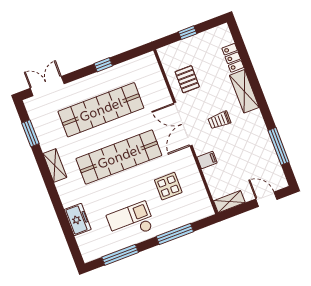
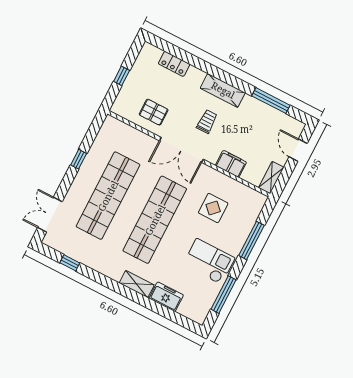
shelving: (244, 91) -> (223, 90), moved
trolley: (219, 120) -> (207, 122), turned 180
window: (30, 133) -> (70, 263), width x0.67
filing cabinet: (207, 160) -> (231, 164), width x2.00
shelving: (55, 165) -> (137, 284), moved
door: (266, 199) -> (298, 150), hinge flipped
checkout: (131, 222) -> (209, 261), turned 90

